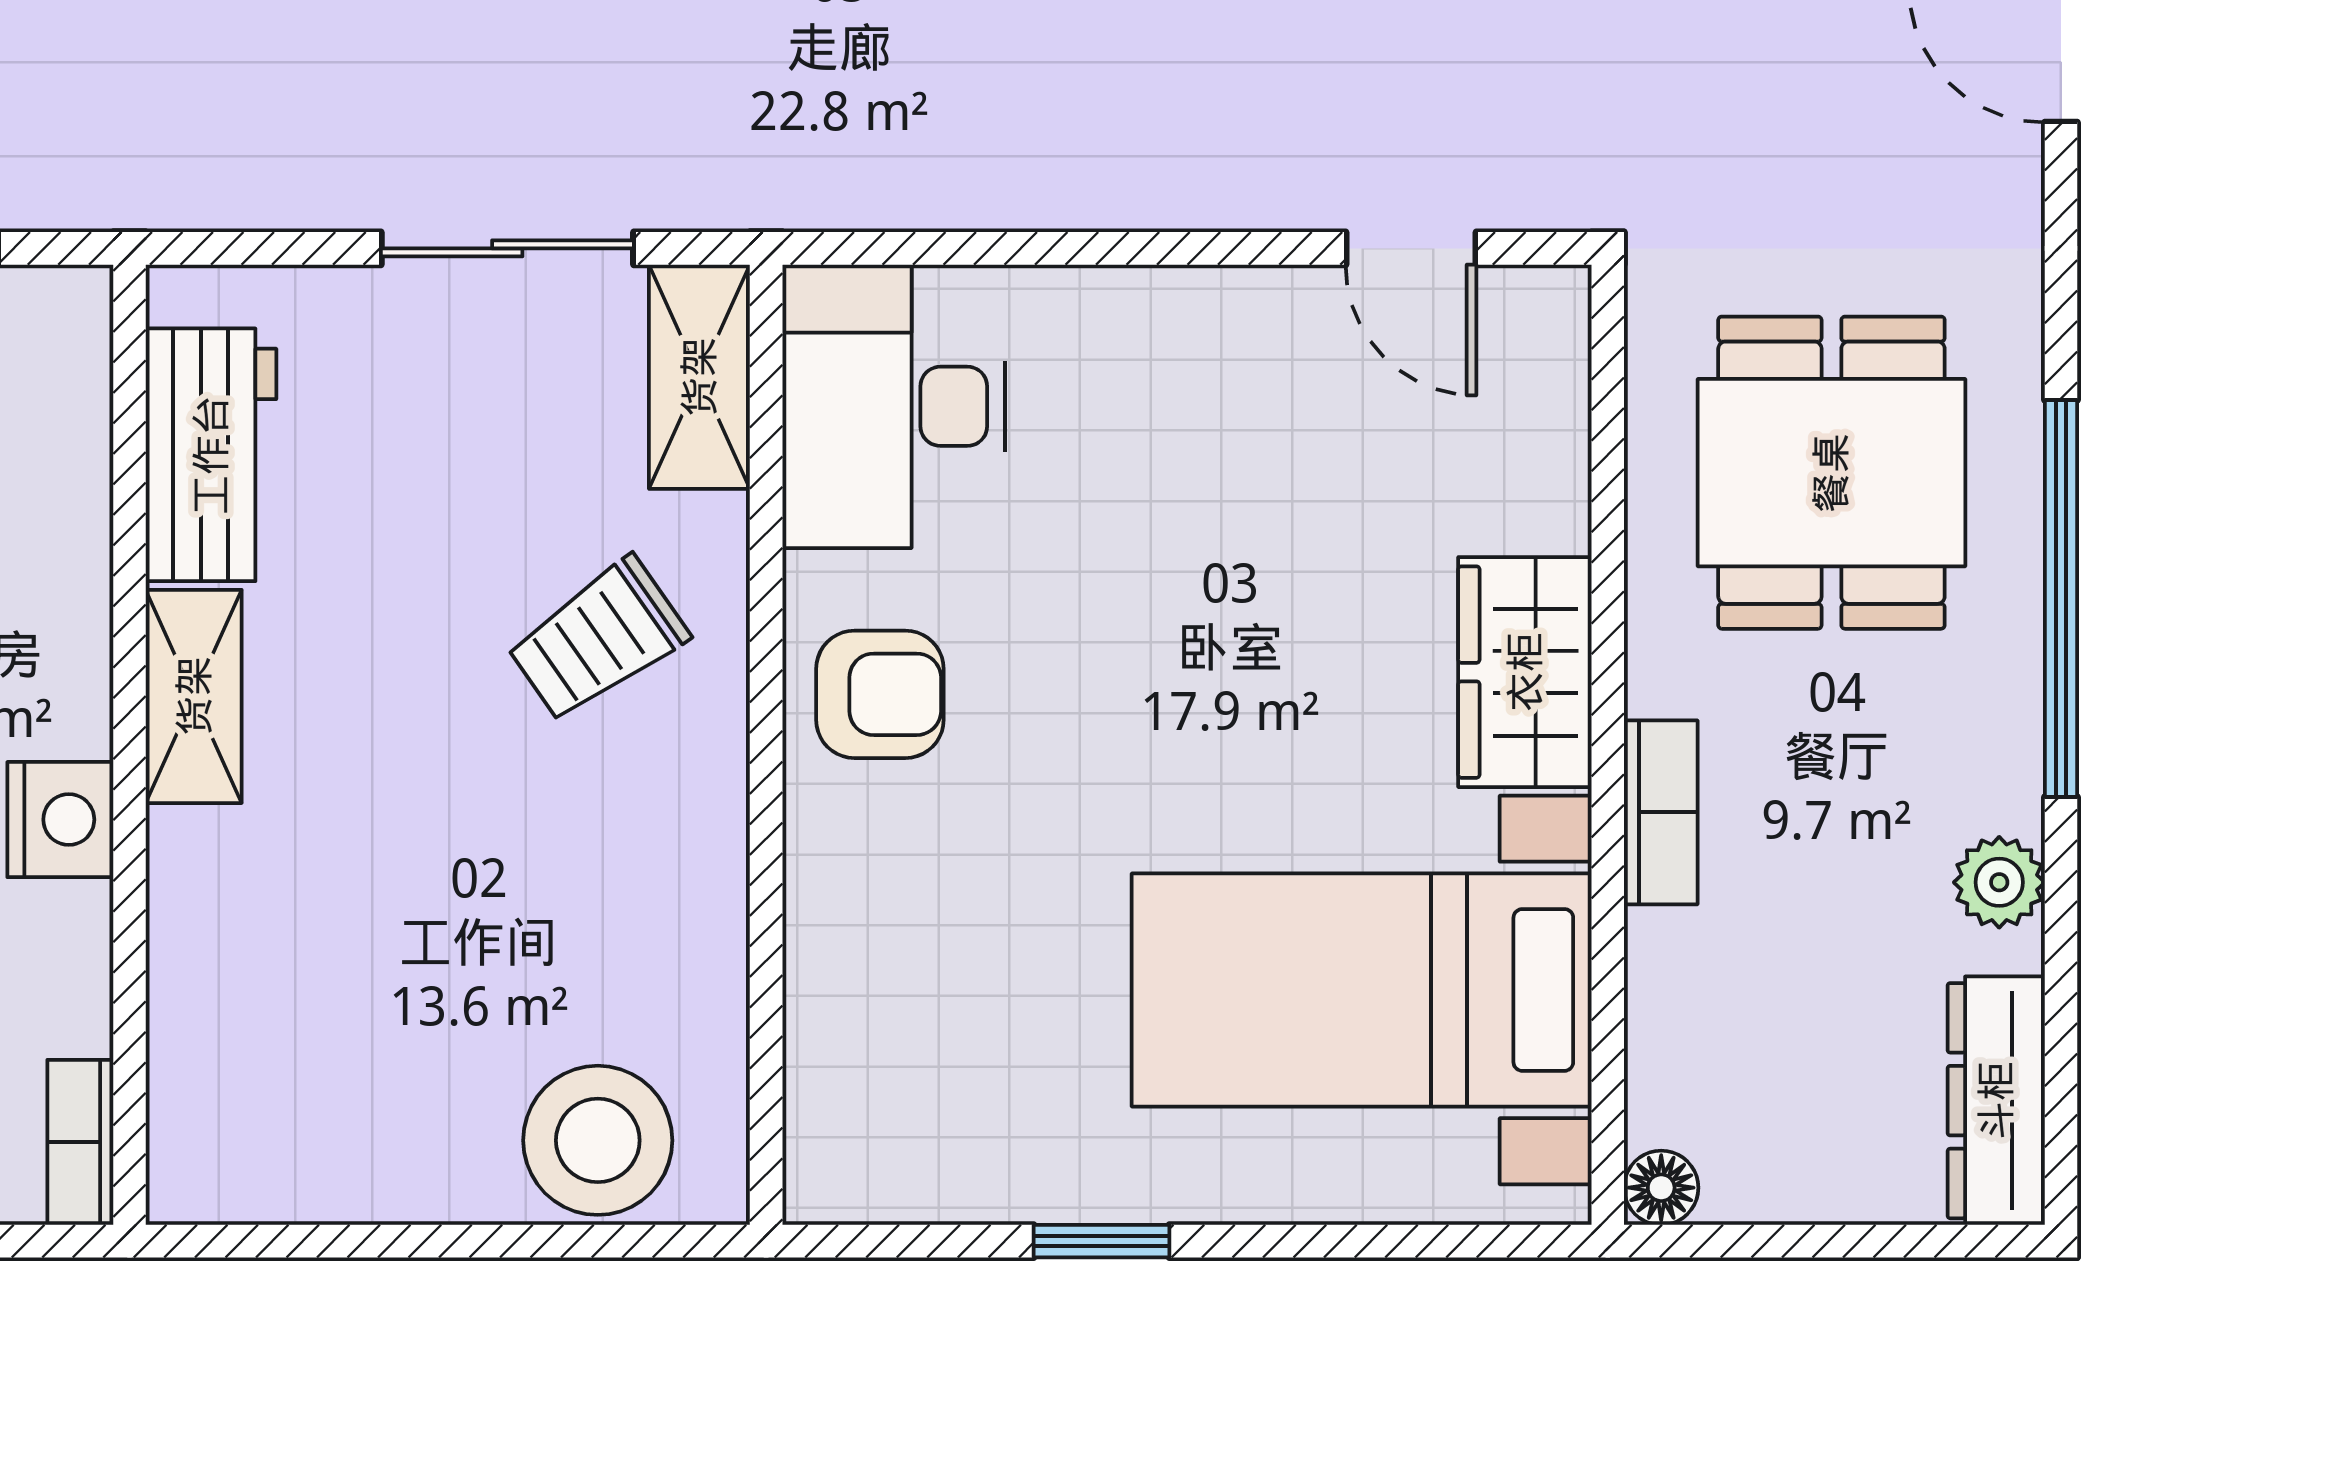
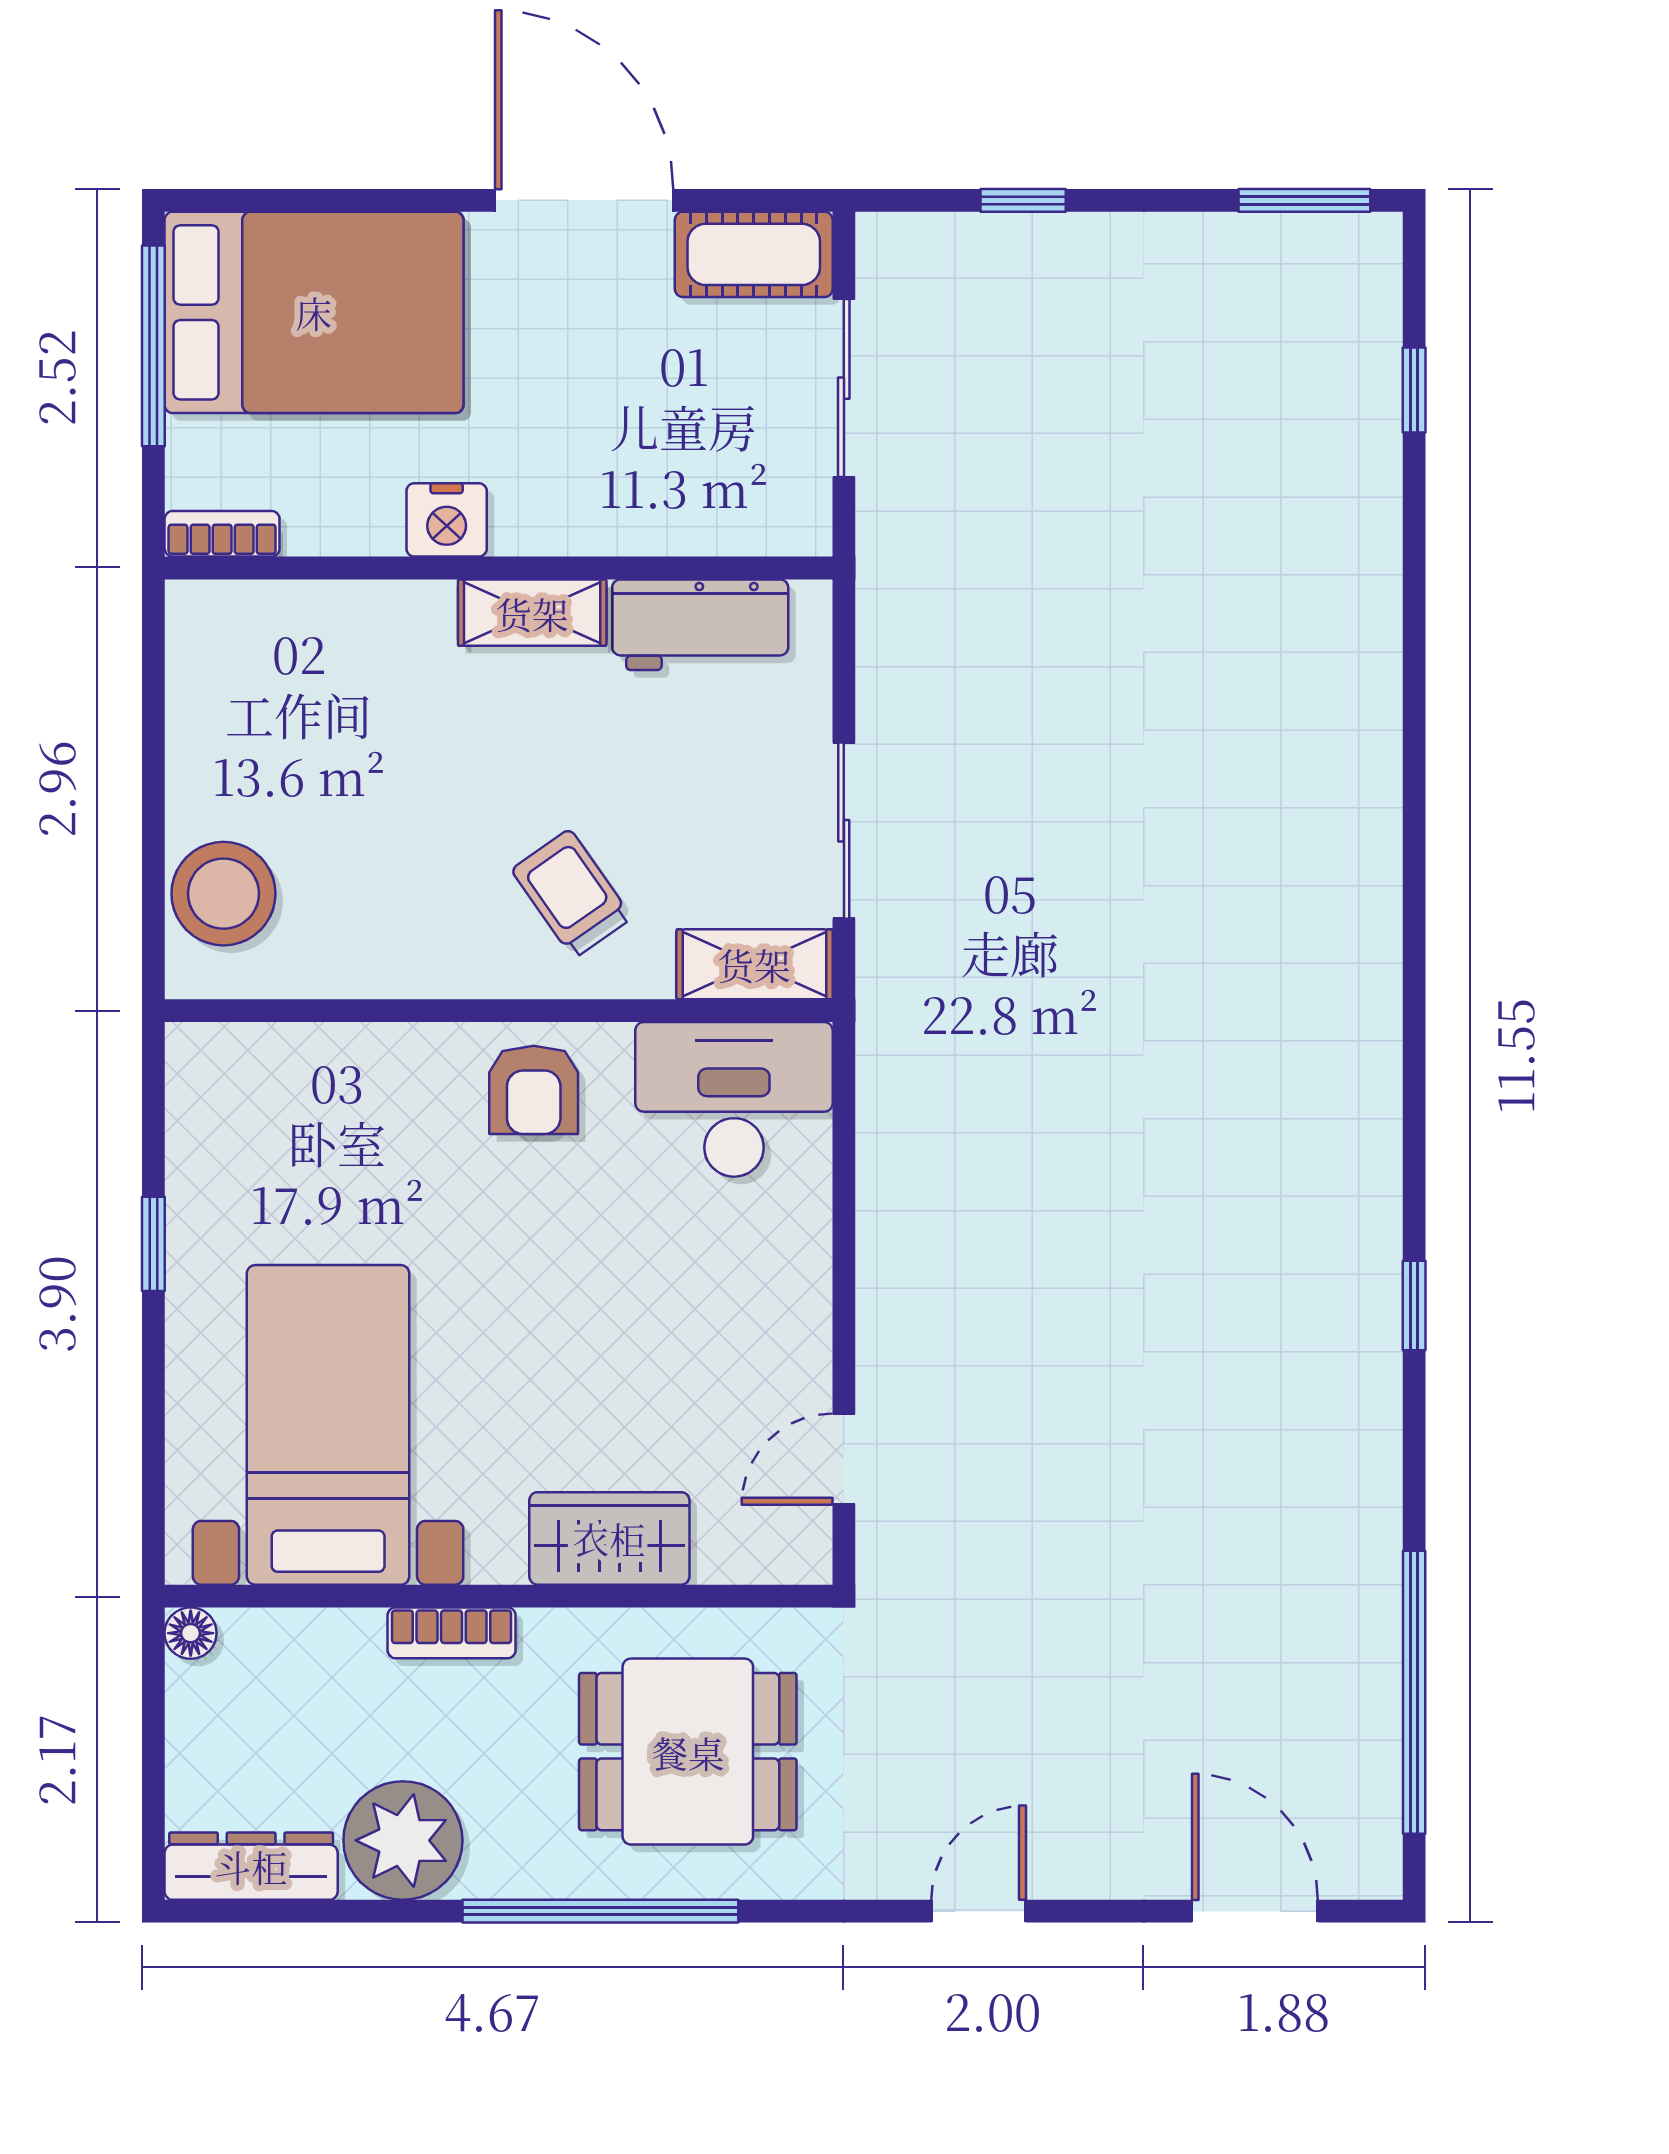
wardrobe: (1525, 672) -> (609, 1538), moved
plant: (1999, 882) -> (403, 1840), width x1.87, depth x1.87

